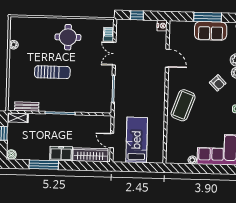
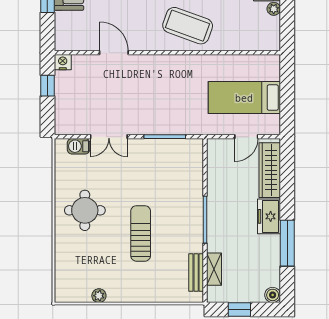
window: (137, 15) -> (47, 86), moved
door: (167, 58) -> (114, 53), hinge flipped
shelving: (18, 118) -> (214, 269), moved

